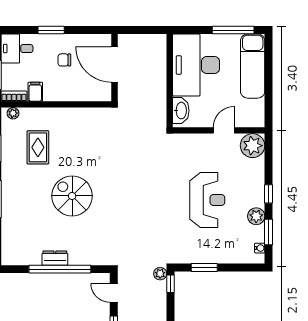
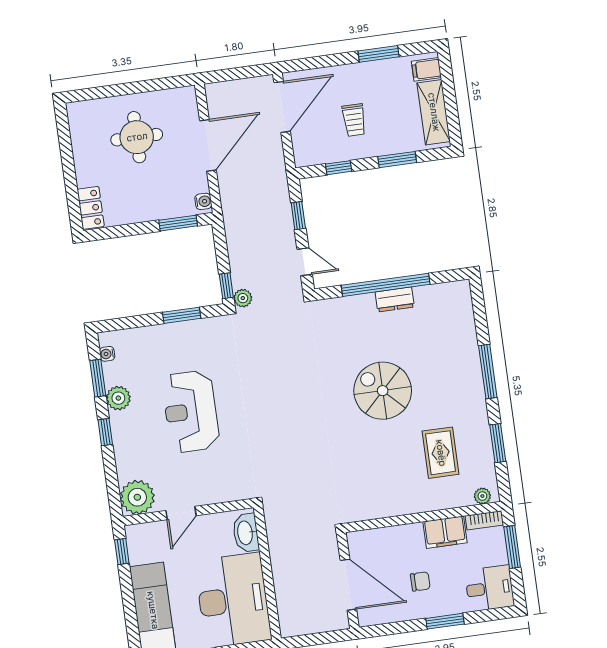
filing cabinet: (35, 92) -> (445, 532), width x2.00
window: (269, 109) -> (122, 551), added
spiral stairs: (72, 196) -> (383, 391), turned 180

